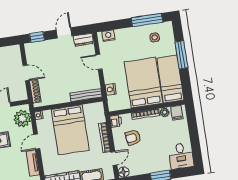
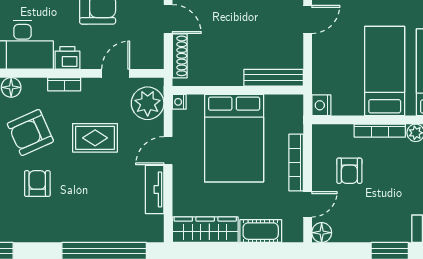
door: (99, 62) -> (308, 20), swing flipped
bed: (143, 83) -> (385, 71), width x0.67
nightstand: (111, 89) -> (321, 105), moved
printer: (116, 121) -> (322, 135), removed
armchair: (133, 137) -> (349, 171), turned -81

